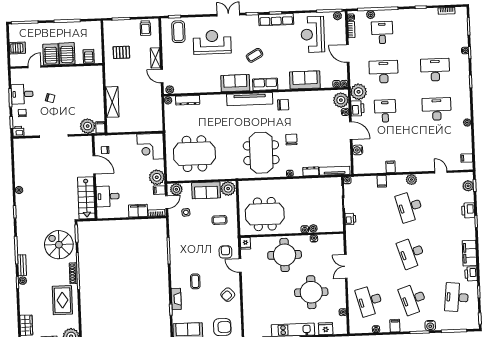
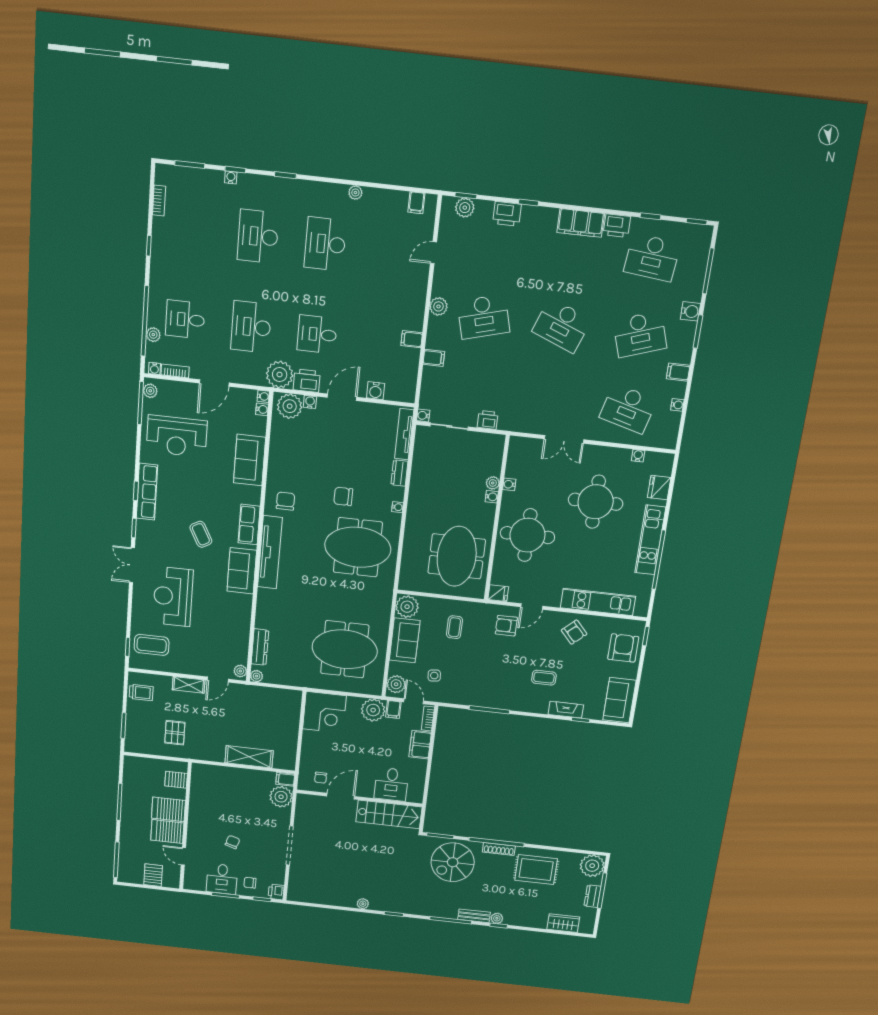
meeting table: (194, 154) -> (345, 649), turned 90
desk: (411, 253) -> (562, 326), turned 39
desk: (369, 301) -> (628, 409), turned 30
kitchen unit: (249, 306) -> (598, 602), added

